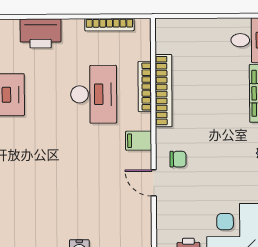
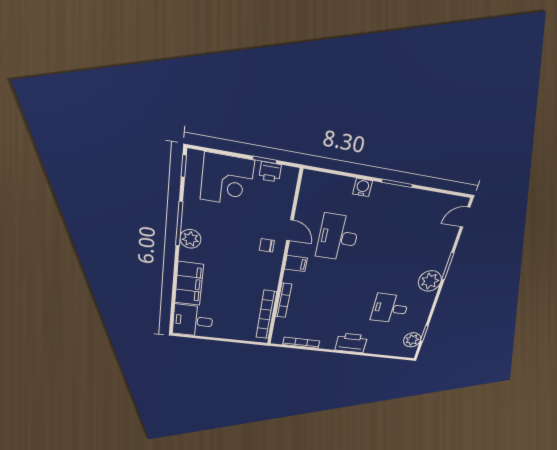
bookcase: (164, 91) -> (266, 315), moved
desk: (94, 94) -> (338, 237), moved

